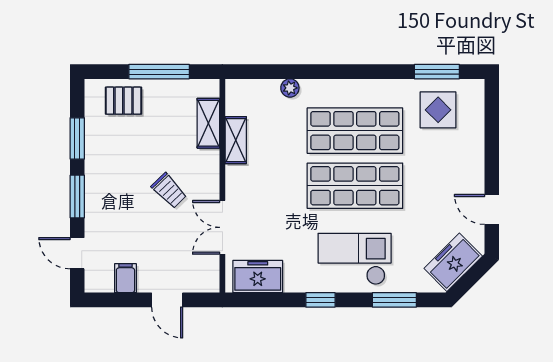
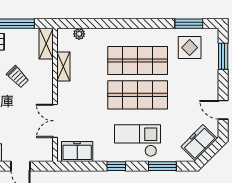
plant: (290, 88) -> (79, 34), moved
shelving: (208, 123) -> (46, 44), moved
window: (492, 124) -> (223, 56), added
trolley: (169, 191) -> (18, 77), moved

